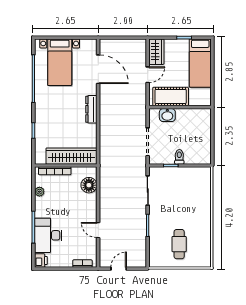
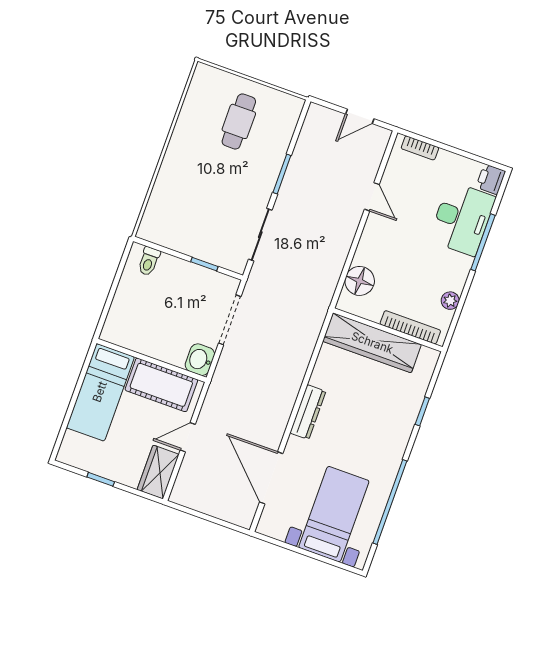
bed: (200, 63) -> (100, 392), moved, turned 180
washbasin: (167, 115) -> (200, 360), moved, turned -90
toilet: (179, 157) -> (149, 261), moved

